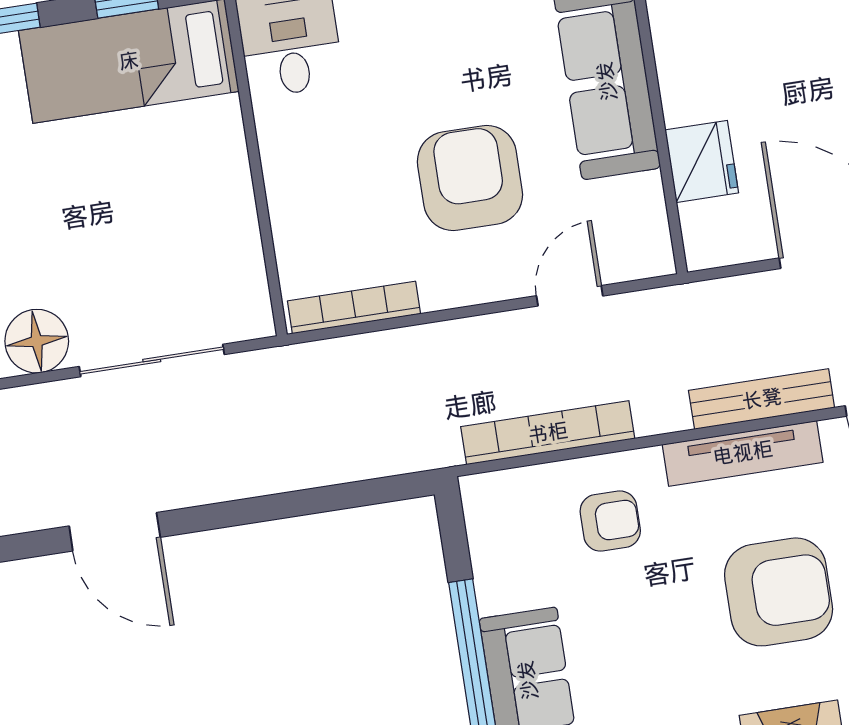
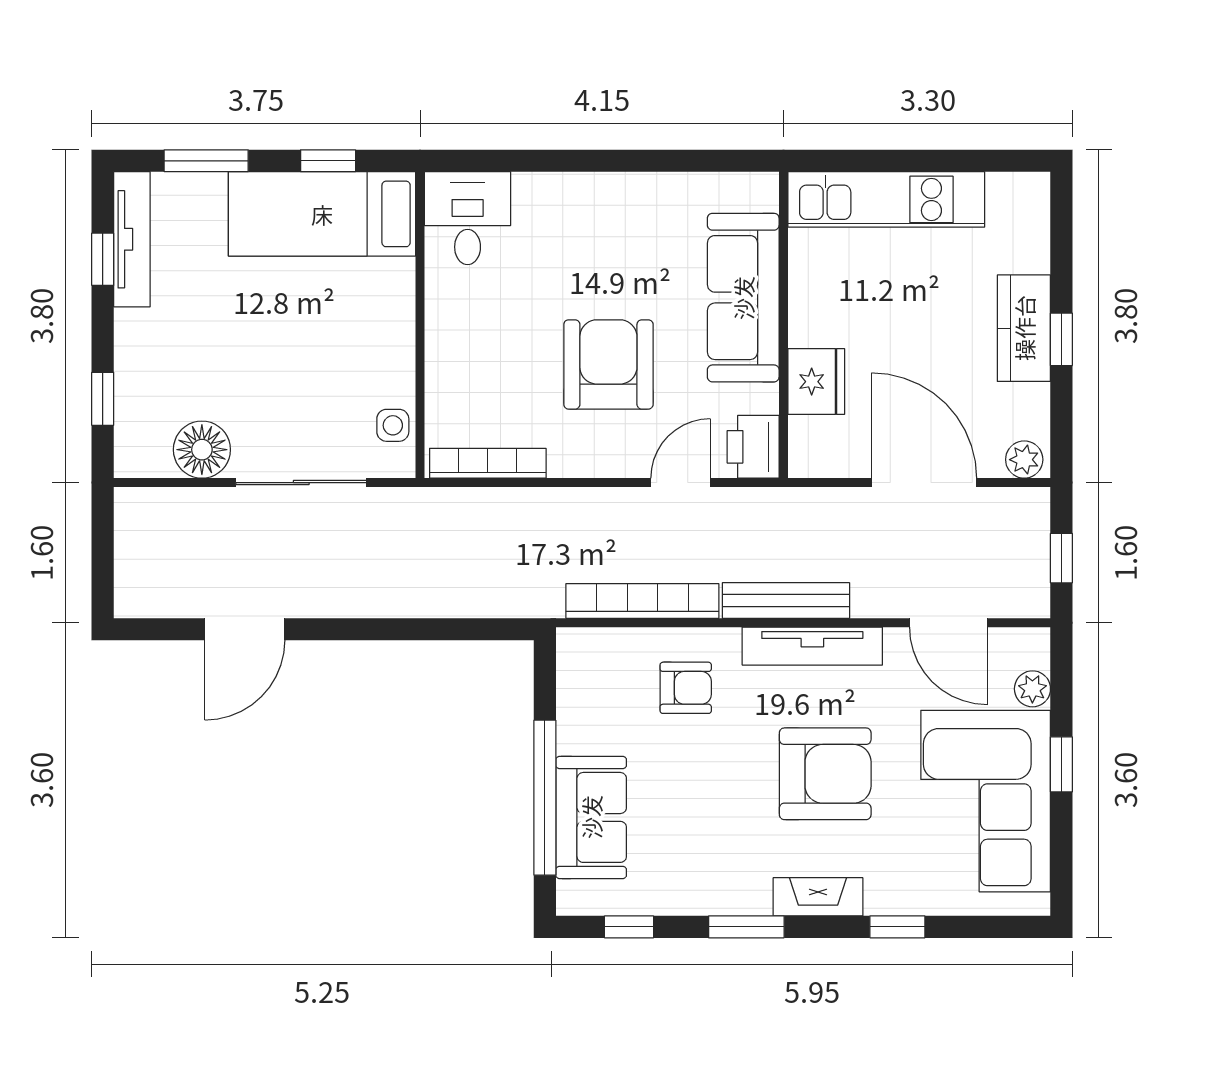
printer: (643, 244) -> (753, 447), added
side table: (243, 282) -> (393, 425), added
bench: (762, 399) -> (786, 600), moved
door: (115, 532) -> (245, 629), hinge flipped

